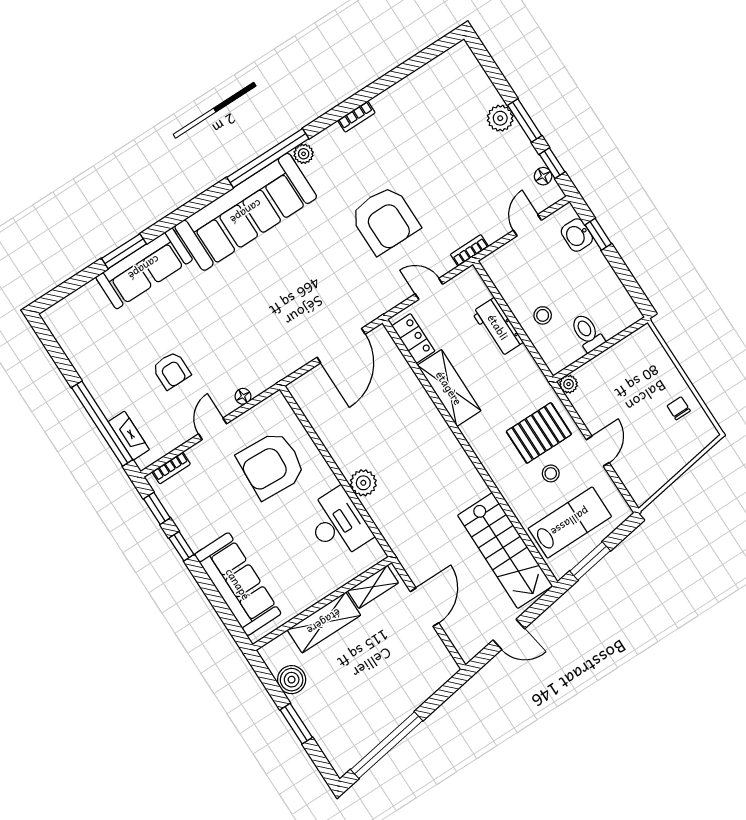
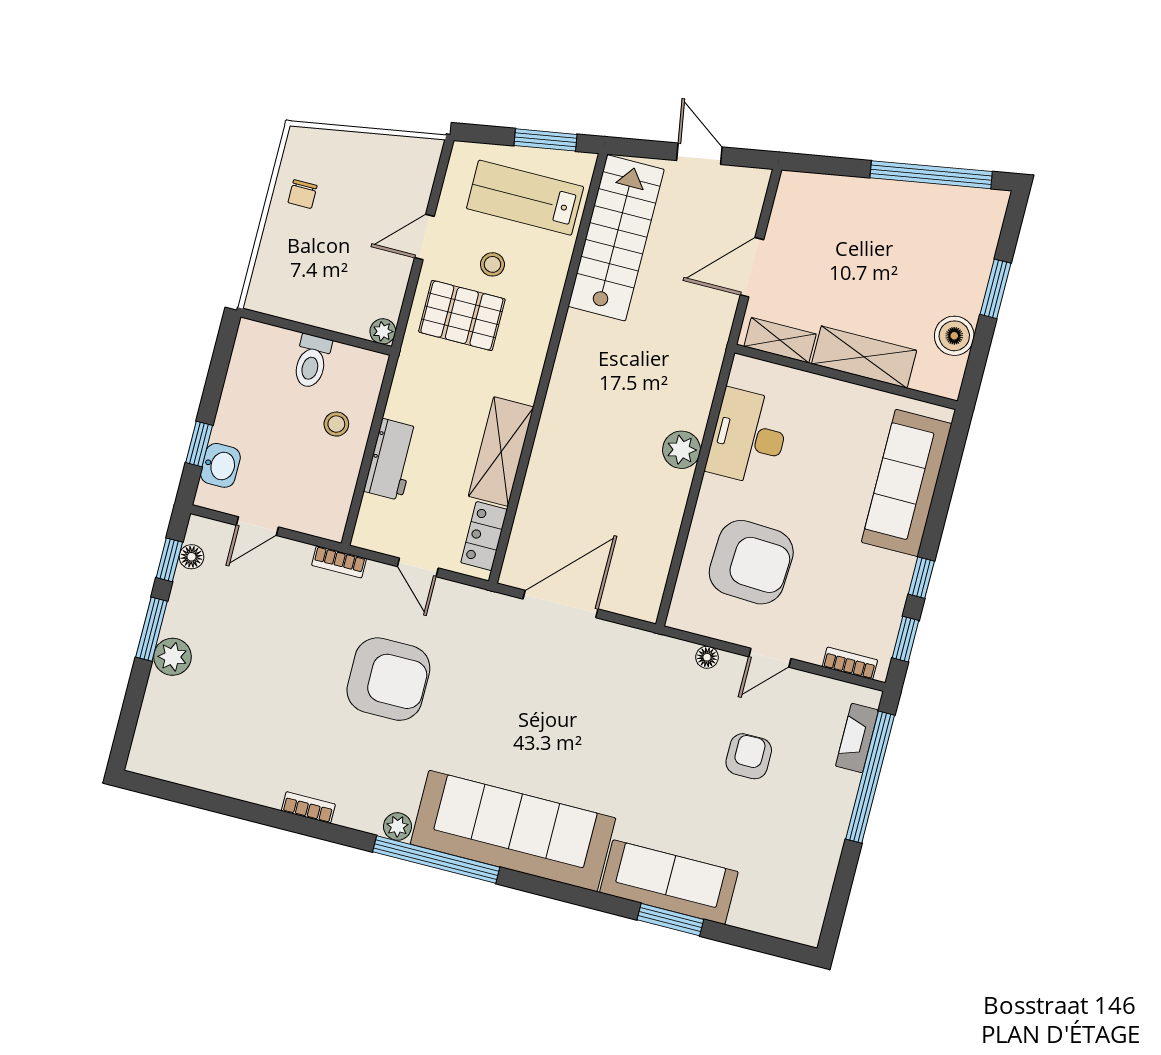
armchair: (385, 220) -> (388, 679), turned 90

